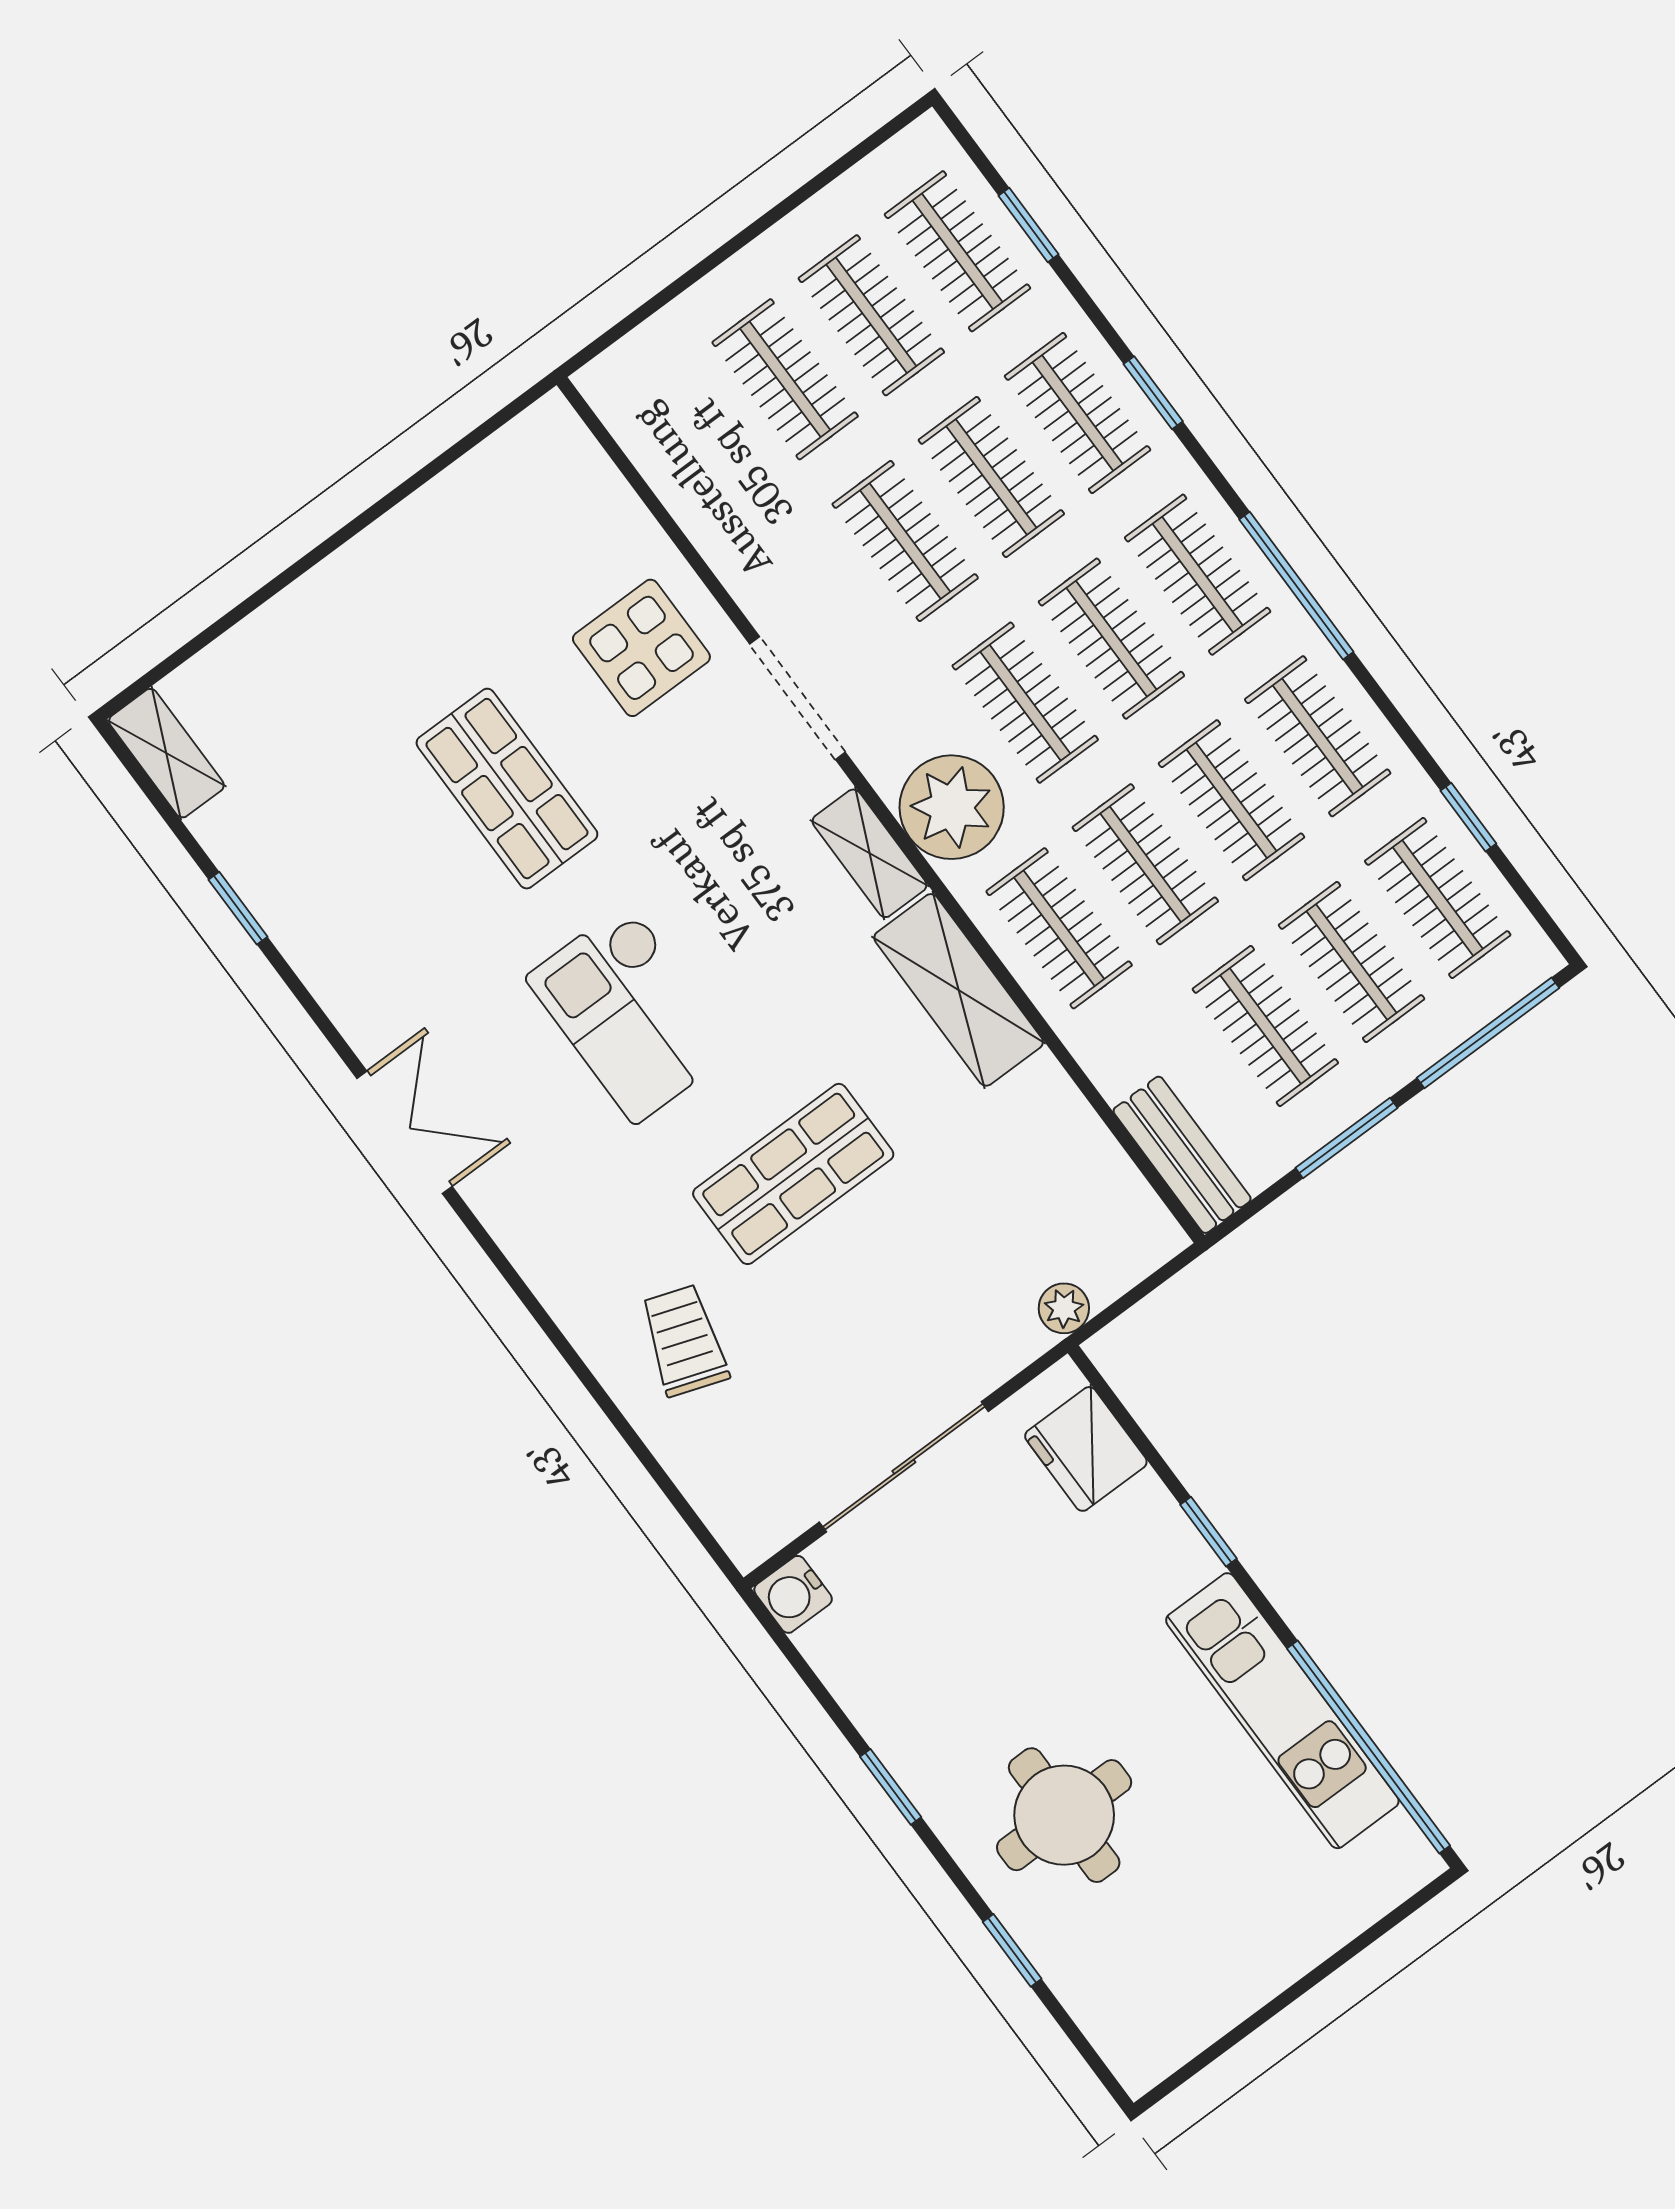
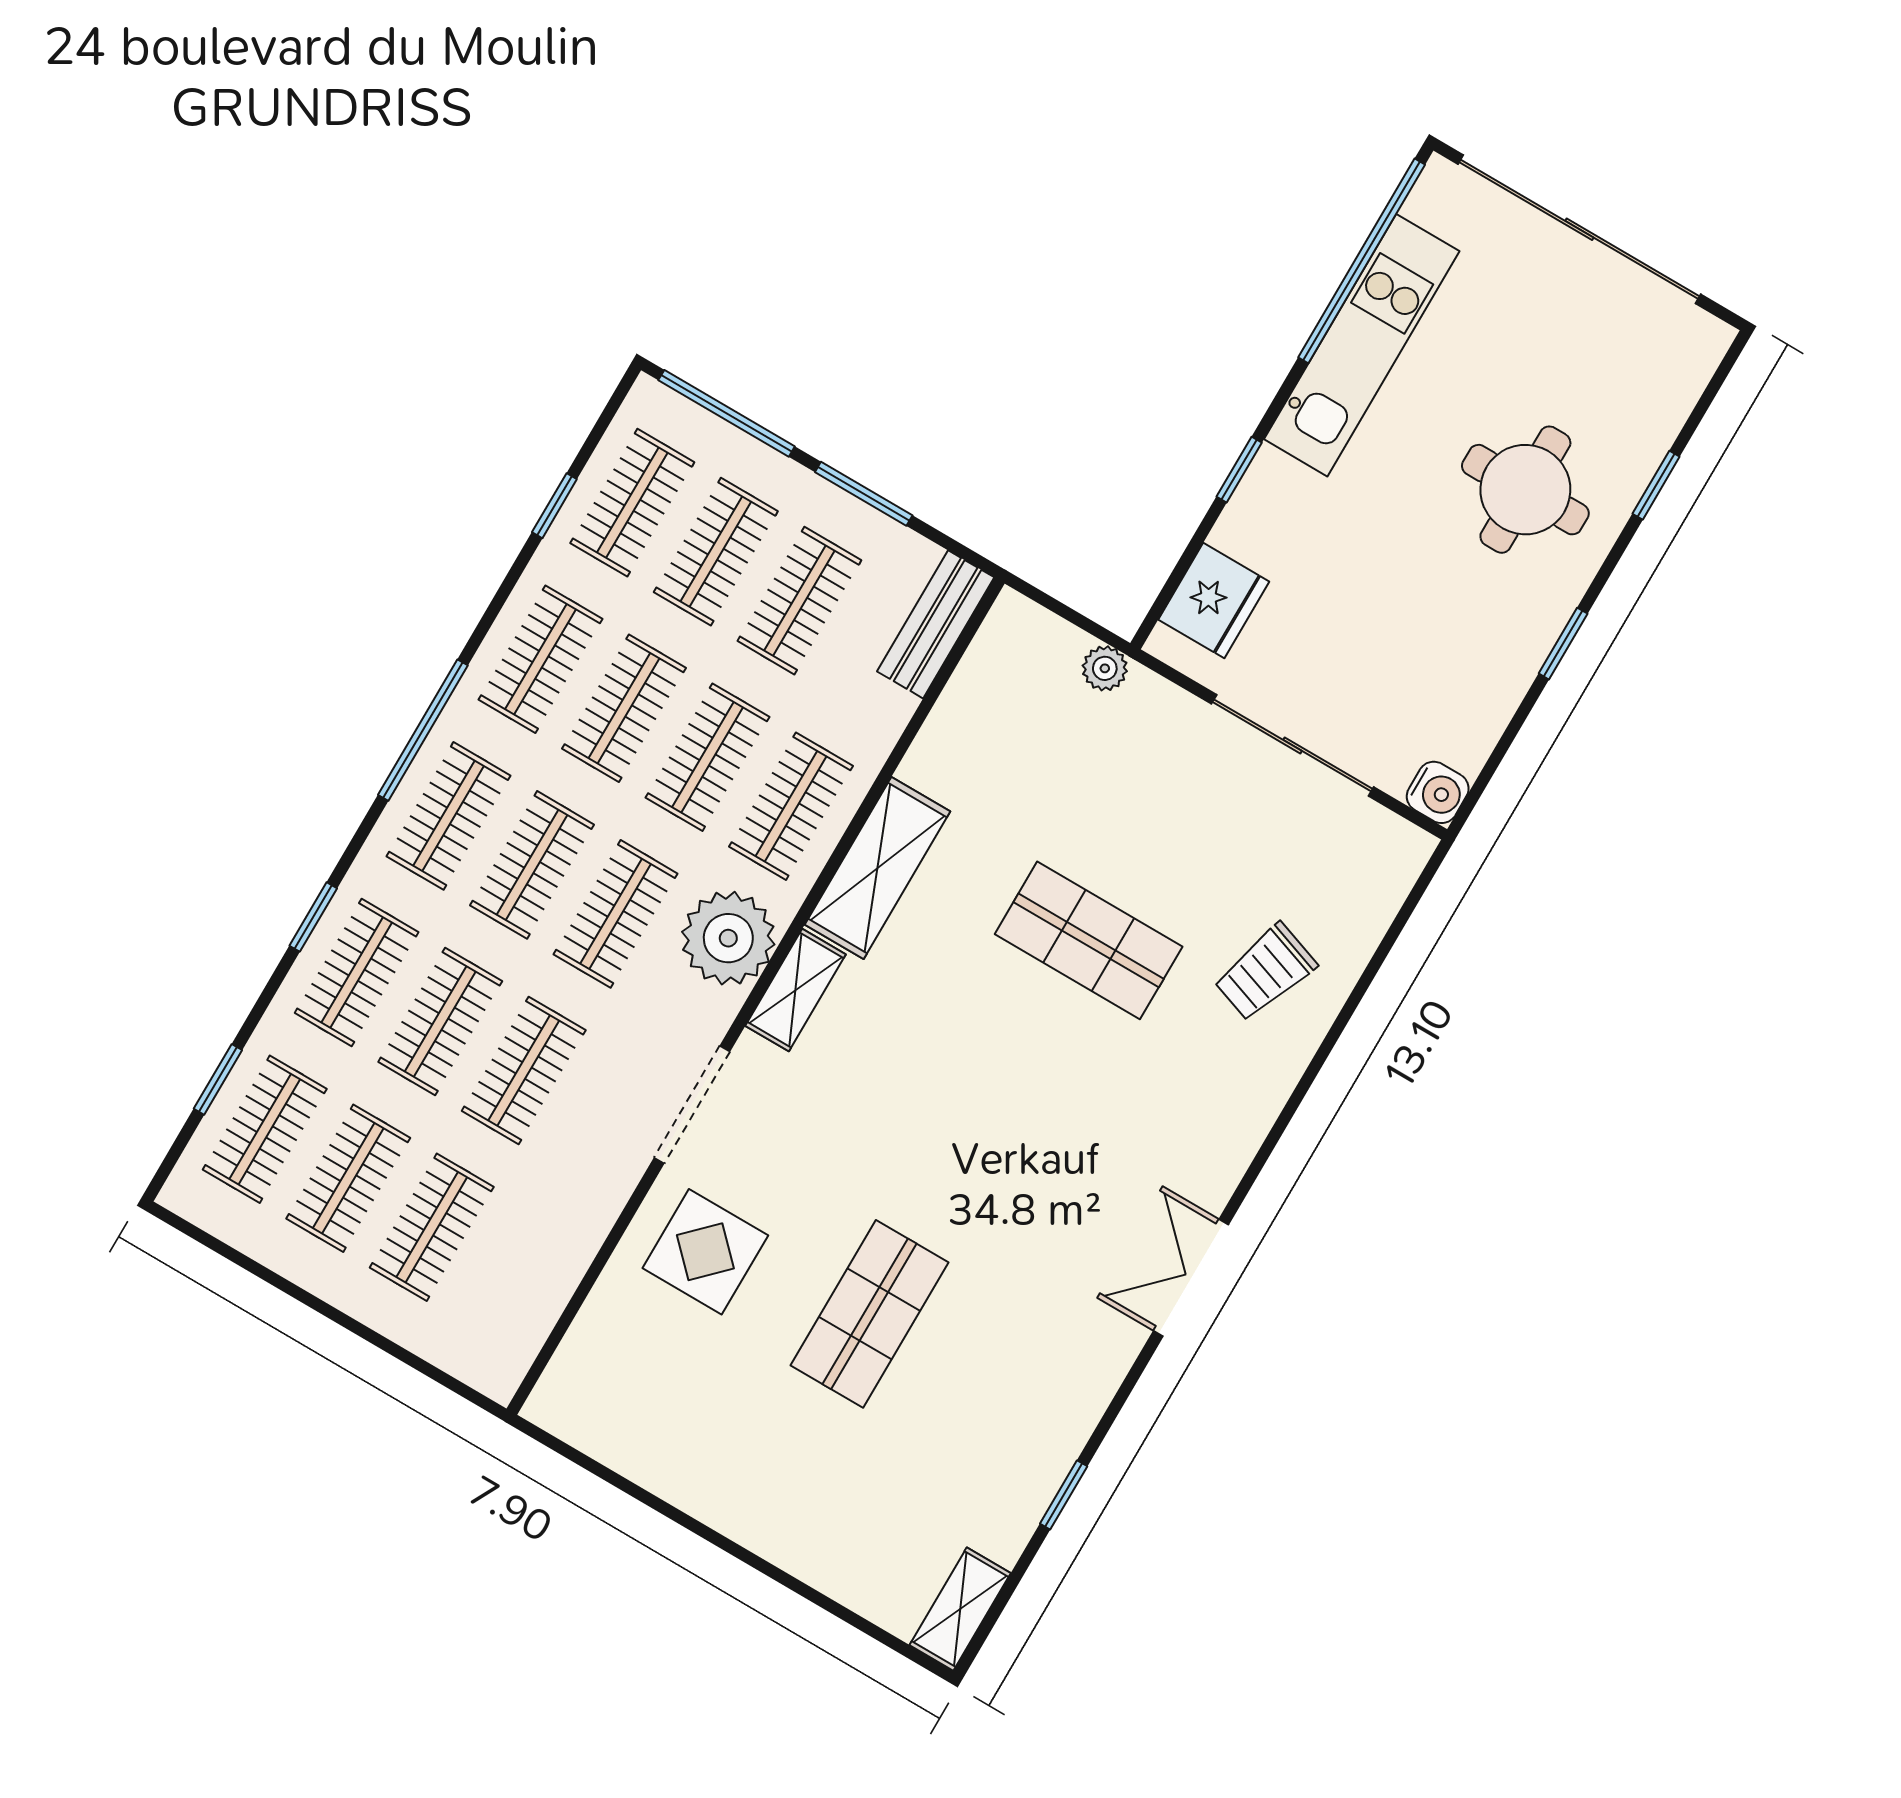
checkout: (631, 1013) -> (1012, 1131), removed
sliding door: (1306, 1983) -> (1579, 229), added

